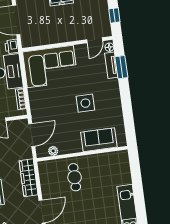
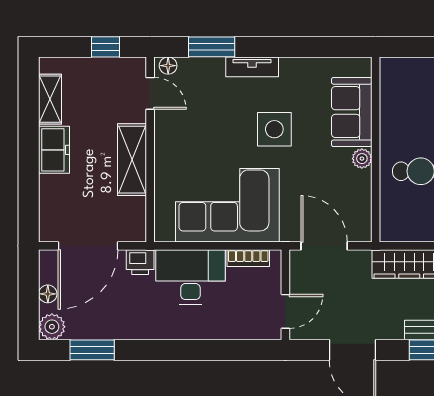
shelving: (61, 36) -> (132, 160), added
tv unit: (111, 65) -> (252, 67), moved
corner sofa: (50, 66) -> (227, 205), moved, turned -90
plant: (53, 151) -> (362, 159), moved

